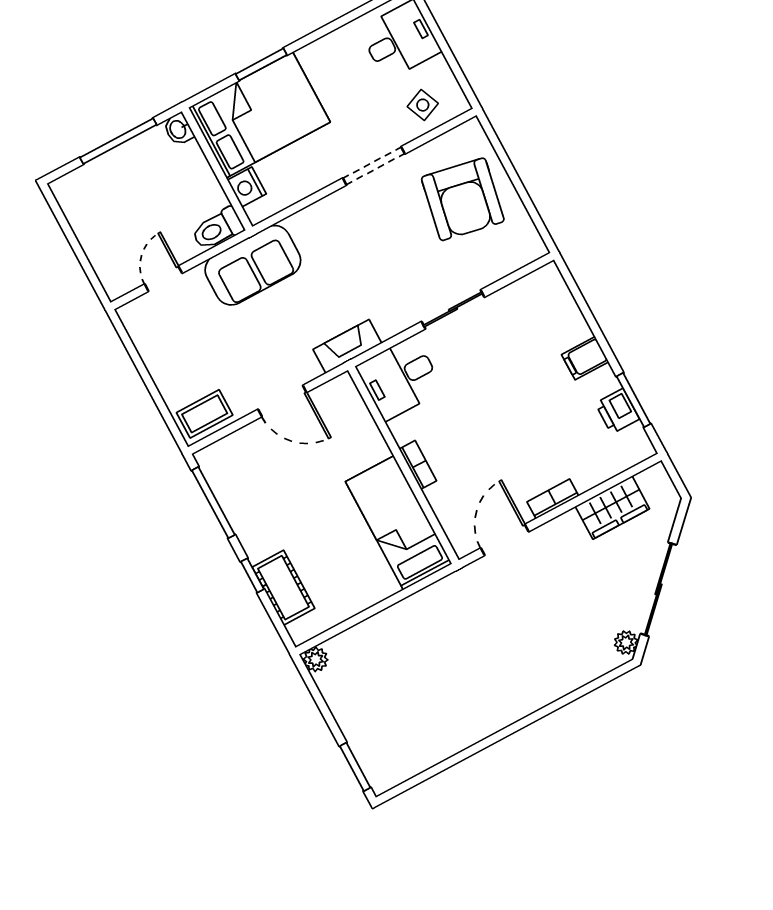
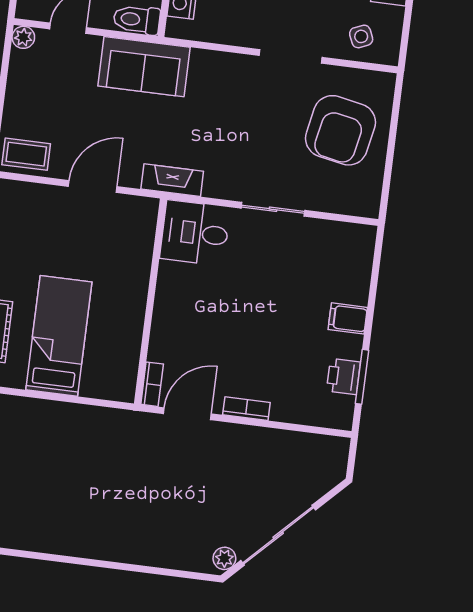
plant: (130, 314) -> (23, 37), added
door: (282, 401) -> (93, 186), swing flipped
bookcase: (418, 465) -> (152, 384), moved
wardrobe: (612, 508) -> (287, 448), removed
bed: (399, 523) -> (59, 336), moved

